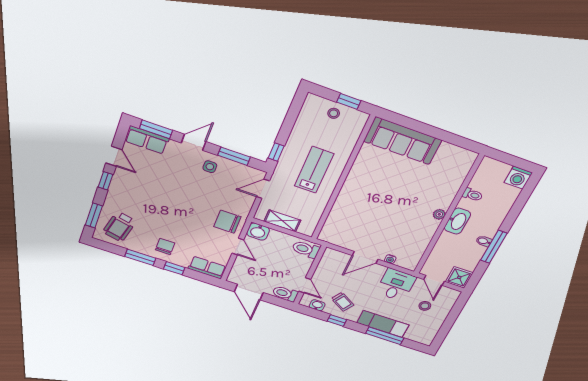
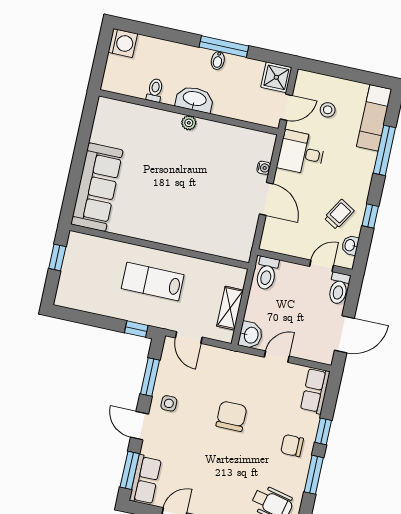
stool: (334, 113) -> (75, 272), removed
chair: (227, 222) -> (231, 416), moved, turned 180
exam couch: (383, 324) -> (374, 118), moved

